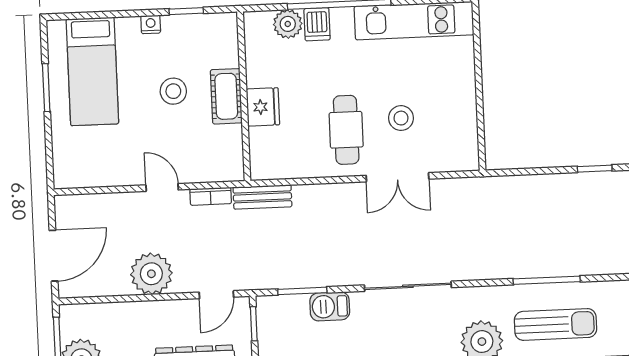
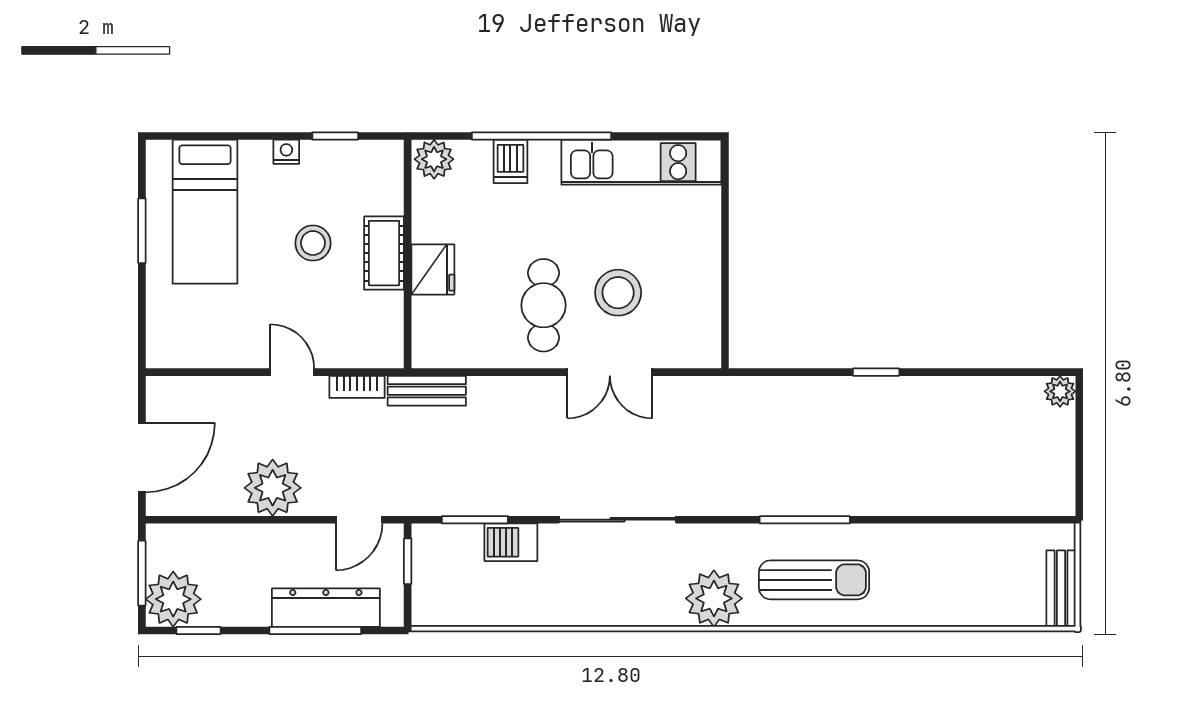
plant: (288, 24) -> (434, 159), moved
stool: (401, 118) -> (618, 293), width x1.38, depth x1.38

